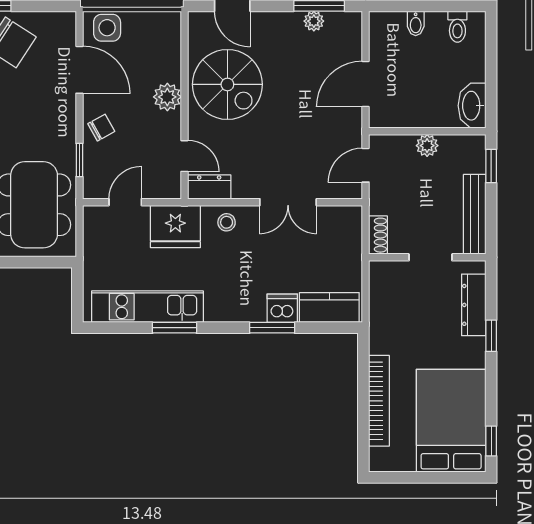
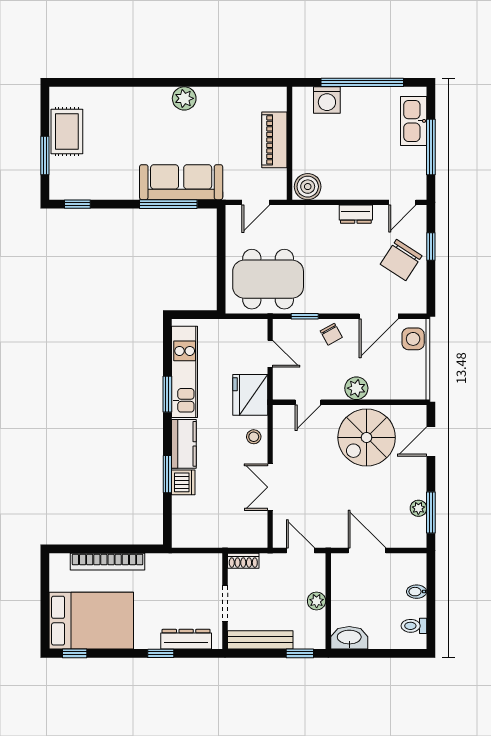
dresser: (209, 187) -> (283, 423), removed
kitchen counter: (329, 308) -> (184, 444), moved

